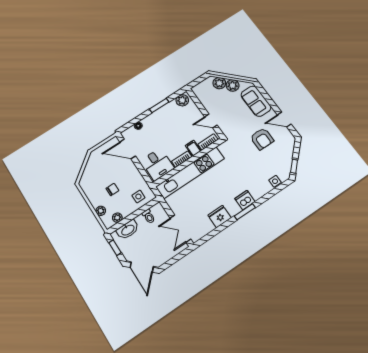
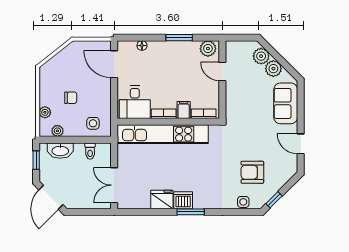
door: (211, 121) -> (222, 71), moved
armchair: (262, 139) -> (252, 172), moved, turned 90
dishwasher: (245, 200) -> (183, 200), moved

